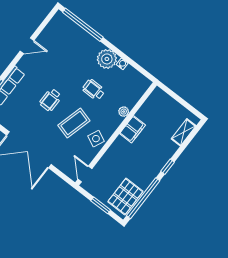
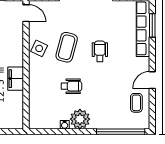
coffee table: (53, 38) -> (136, 103), added
plant: (124, 112) -> (34, 87), removed

